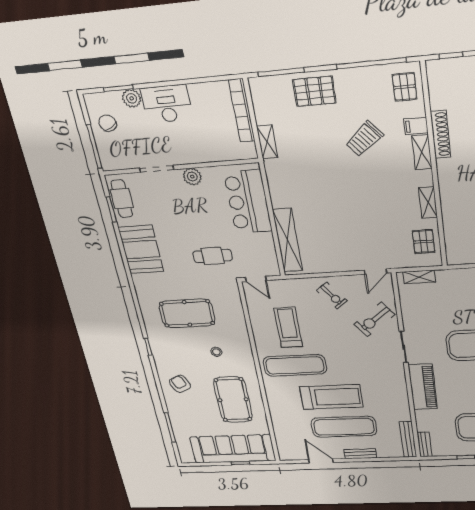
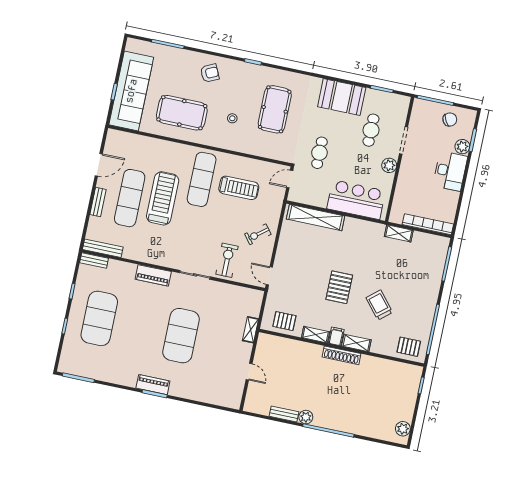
pallet: (314, 91) -> (339, 287), moved
filing cabinet: (416, 126) -> (336, 336), moved
shoe rack: (441, 134) -> (342, 355), moved
cafe table: (122, 199) -> (371, 130), moved, turned 90
shelving: (419, 277) -> (251, 330), moved
exercise bike: (374, 319) -> (227, 260), turned 38
piano: (423, 387) -> (153, 275), width x0.73, depth x0.75
treadmill: (331, 397) -> (163, 198), turned 180

